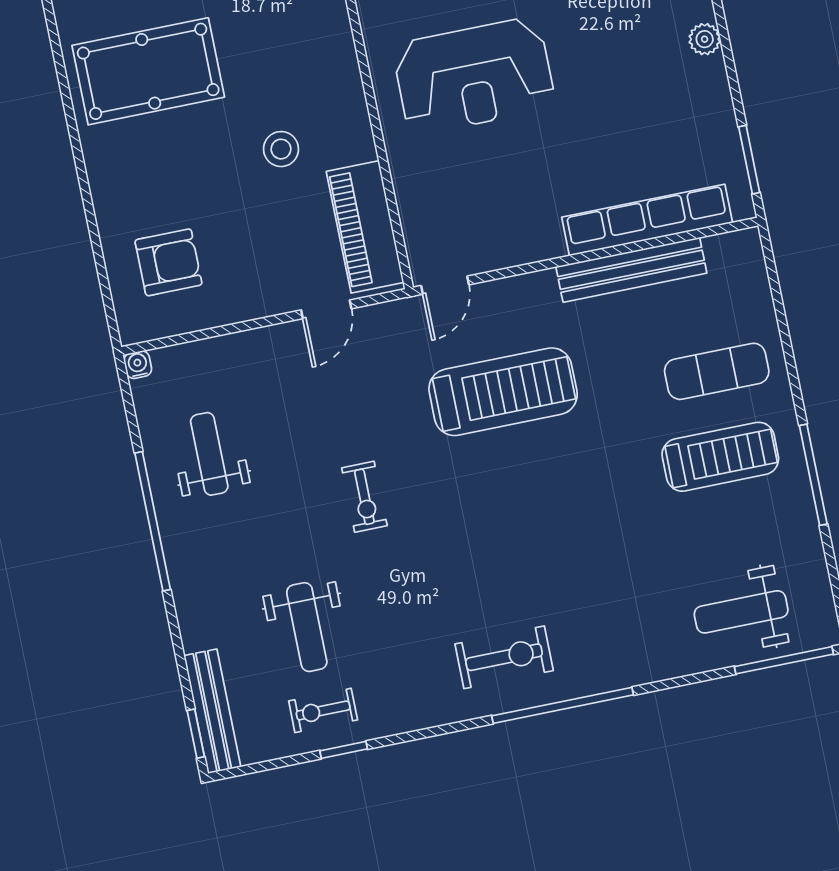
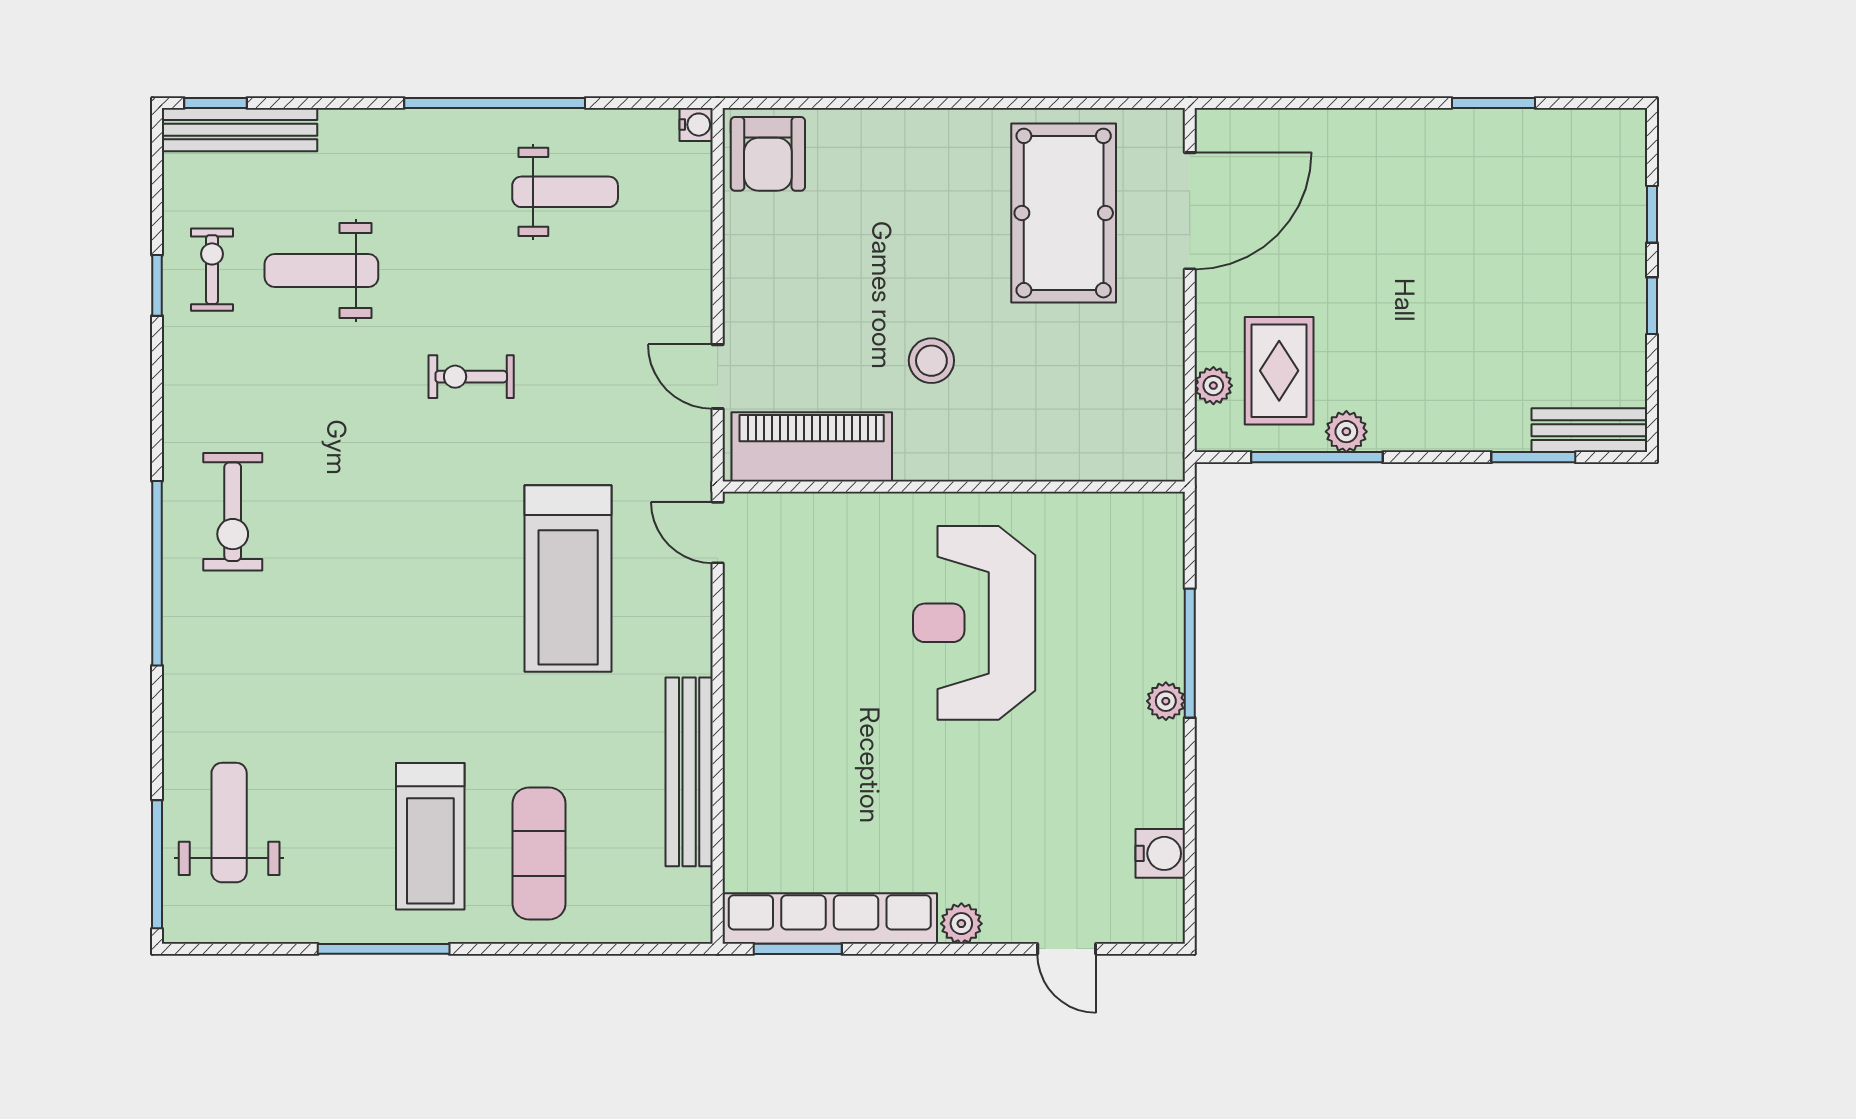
row of seats: (647, 220) -> (830, 919), moved, turned -90
armchair: (168, 262) -> (768, 154), moved

